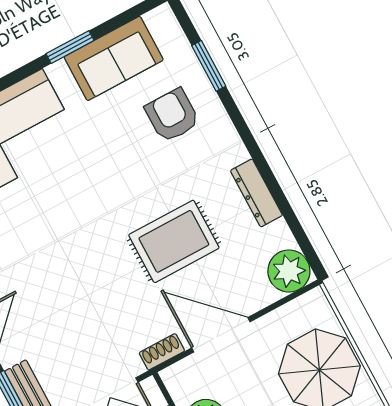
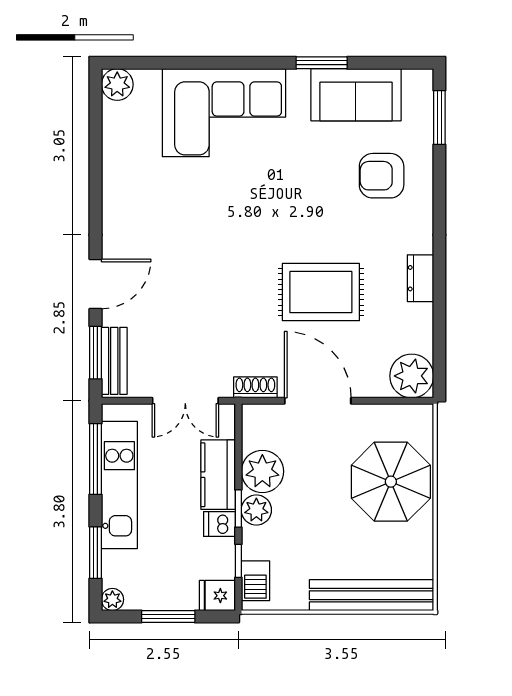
window: (209, 66) -> (439, 117), moved
armchair: (172, 115) -> (382, 176), turned -90
dresser: (256, 193) -> (420, 278), width x0.70

